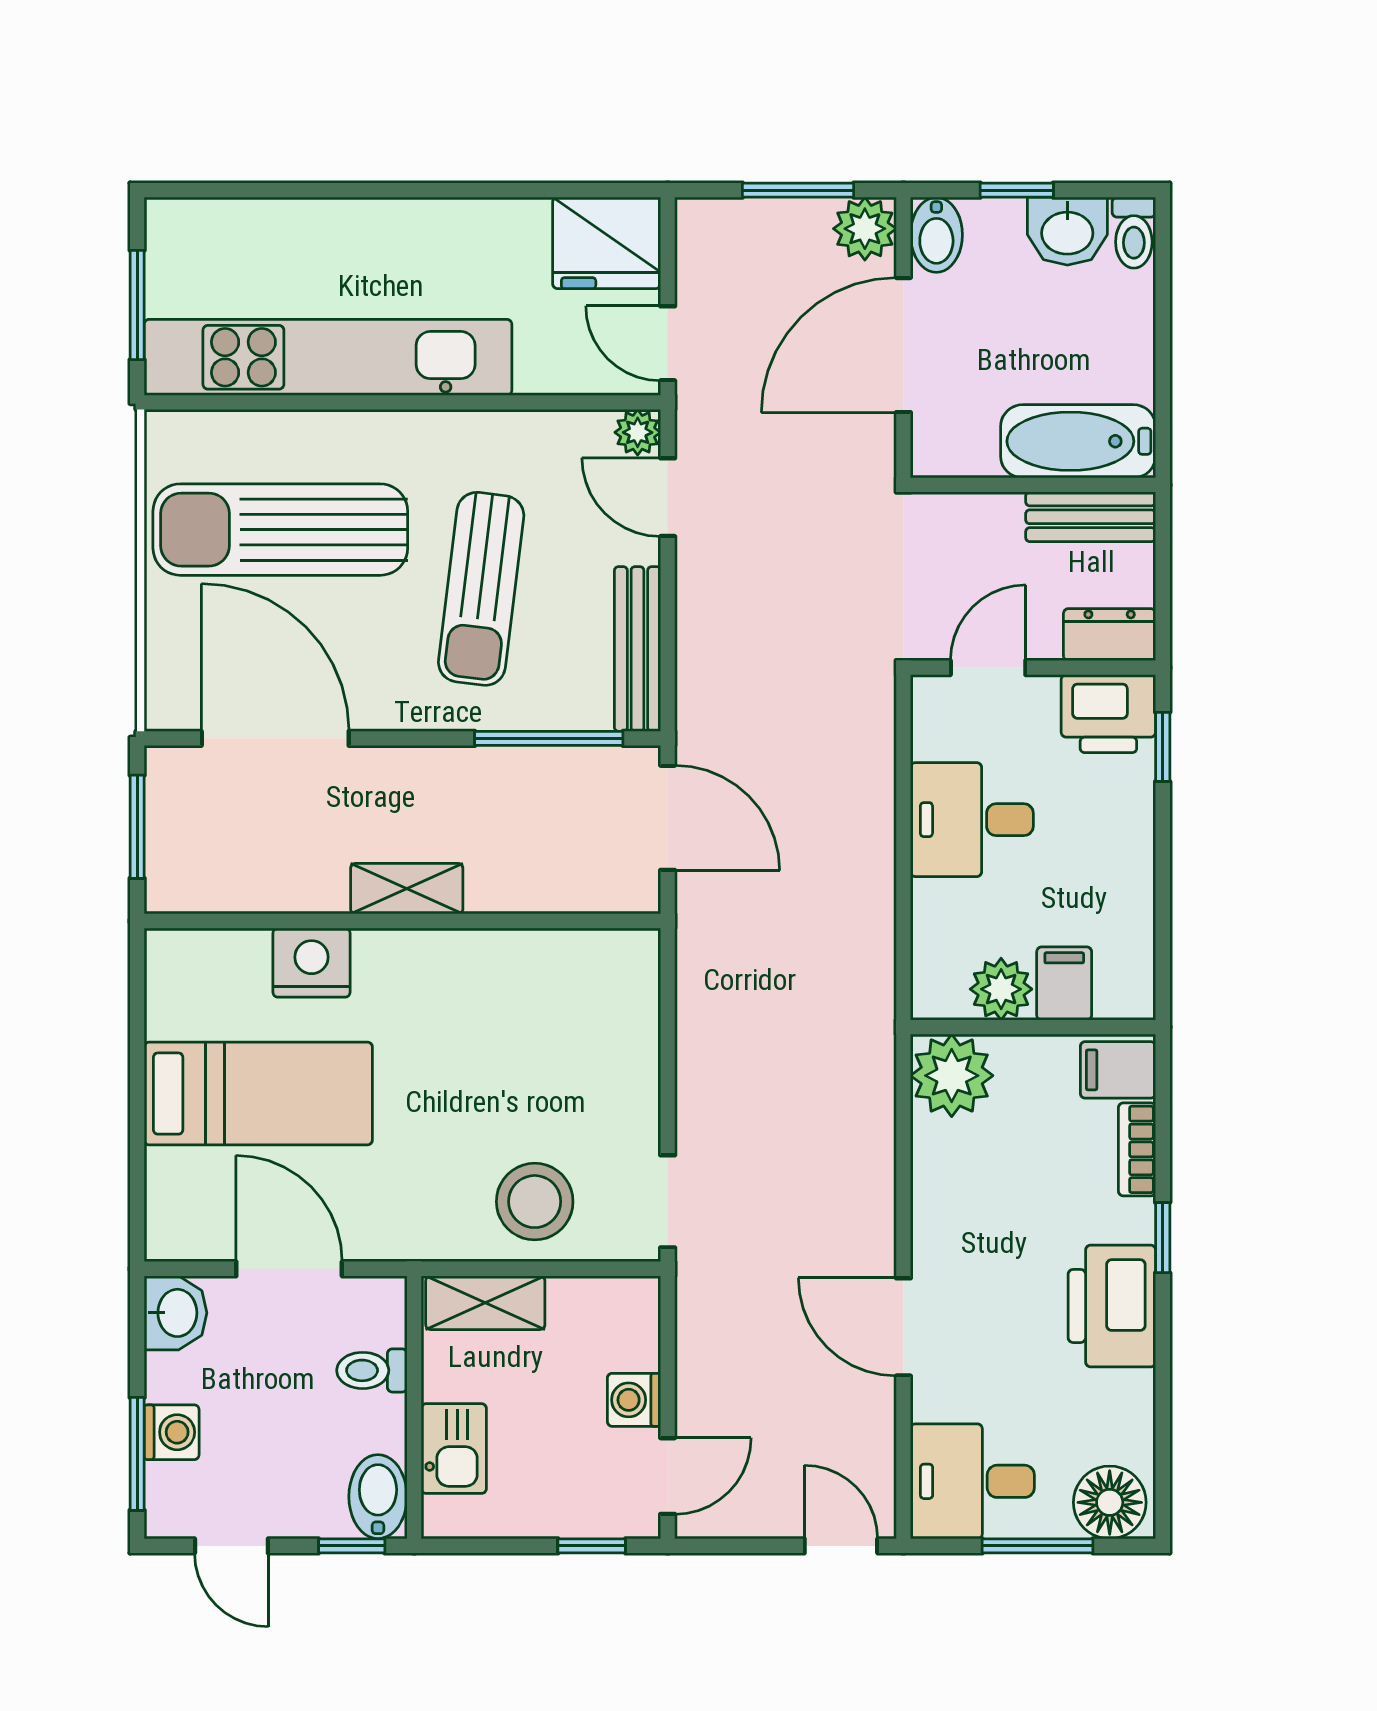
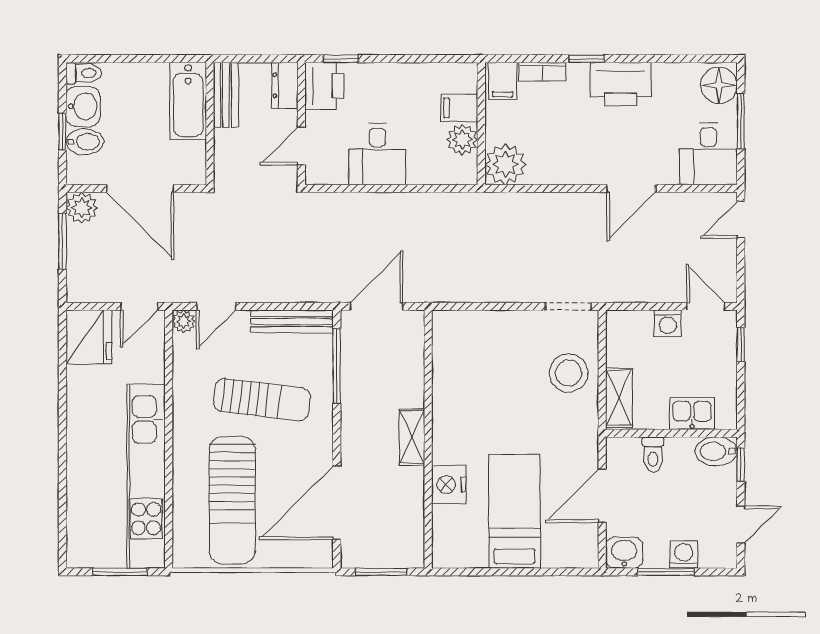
bidet: (936, 235) -> (85, 142), moved
door: (988, 668) -> (301, 146), hinge flipped
window: (137, 1454) -> (666, 572), moved

